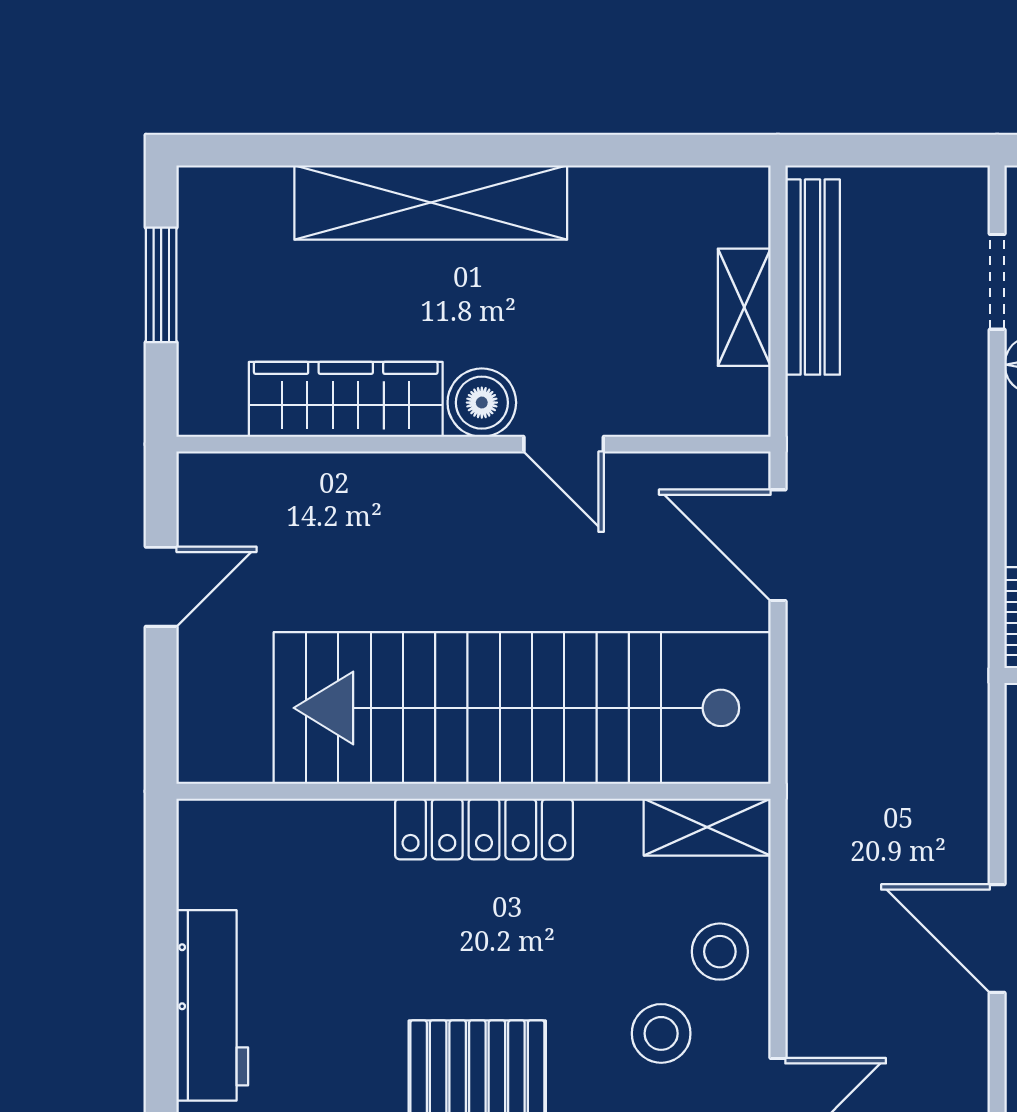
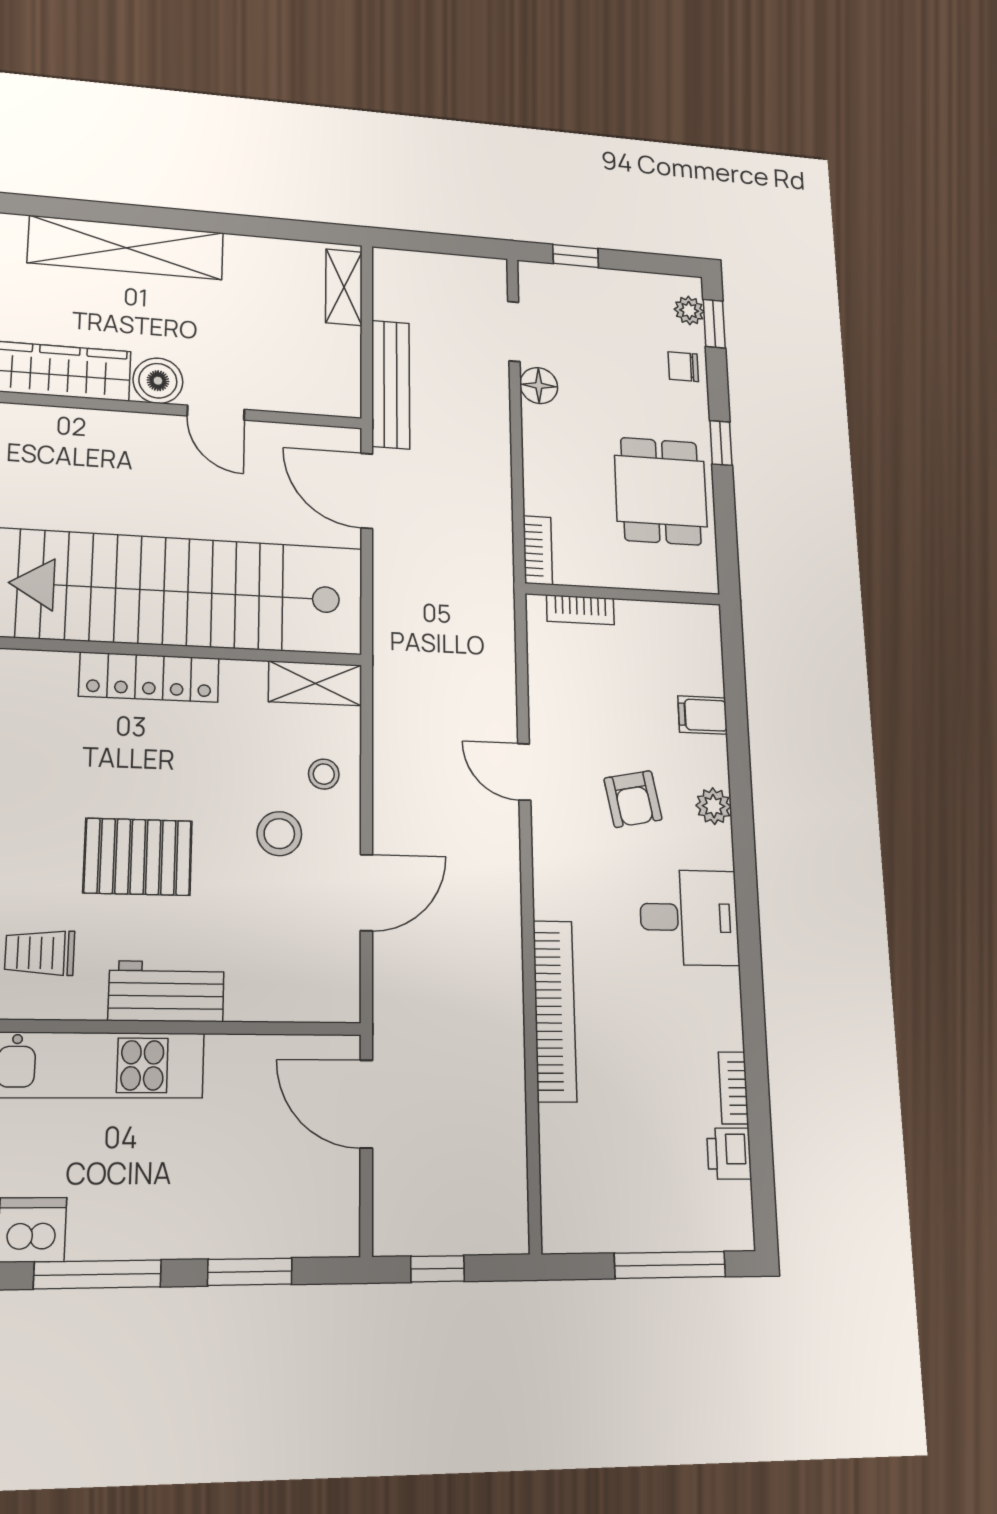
bench: (813, 277) -> (391, 384), moved
shelving: (744, 307) -> (344, 287), moved
door: (997, 939) -> (524, 772), width x0.73
stool: (720, 952) -> (324, 774), width x0.73, depth x0.73

